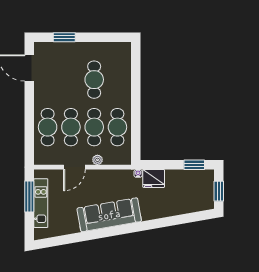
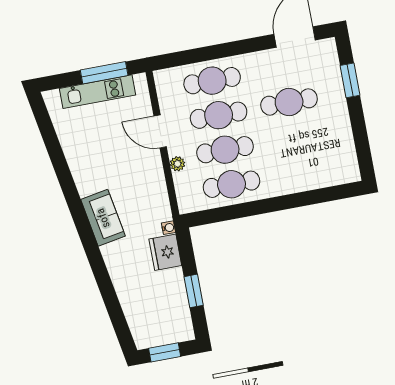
cafe table: (94, 80) -> (289, 102), moved
window: (194, 165) -> (194, 291), moved
sofa: (109, 215) -> (103, 218), width x0.54, depth x0.79

